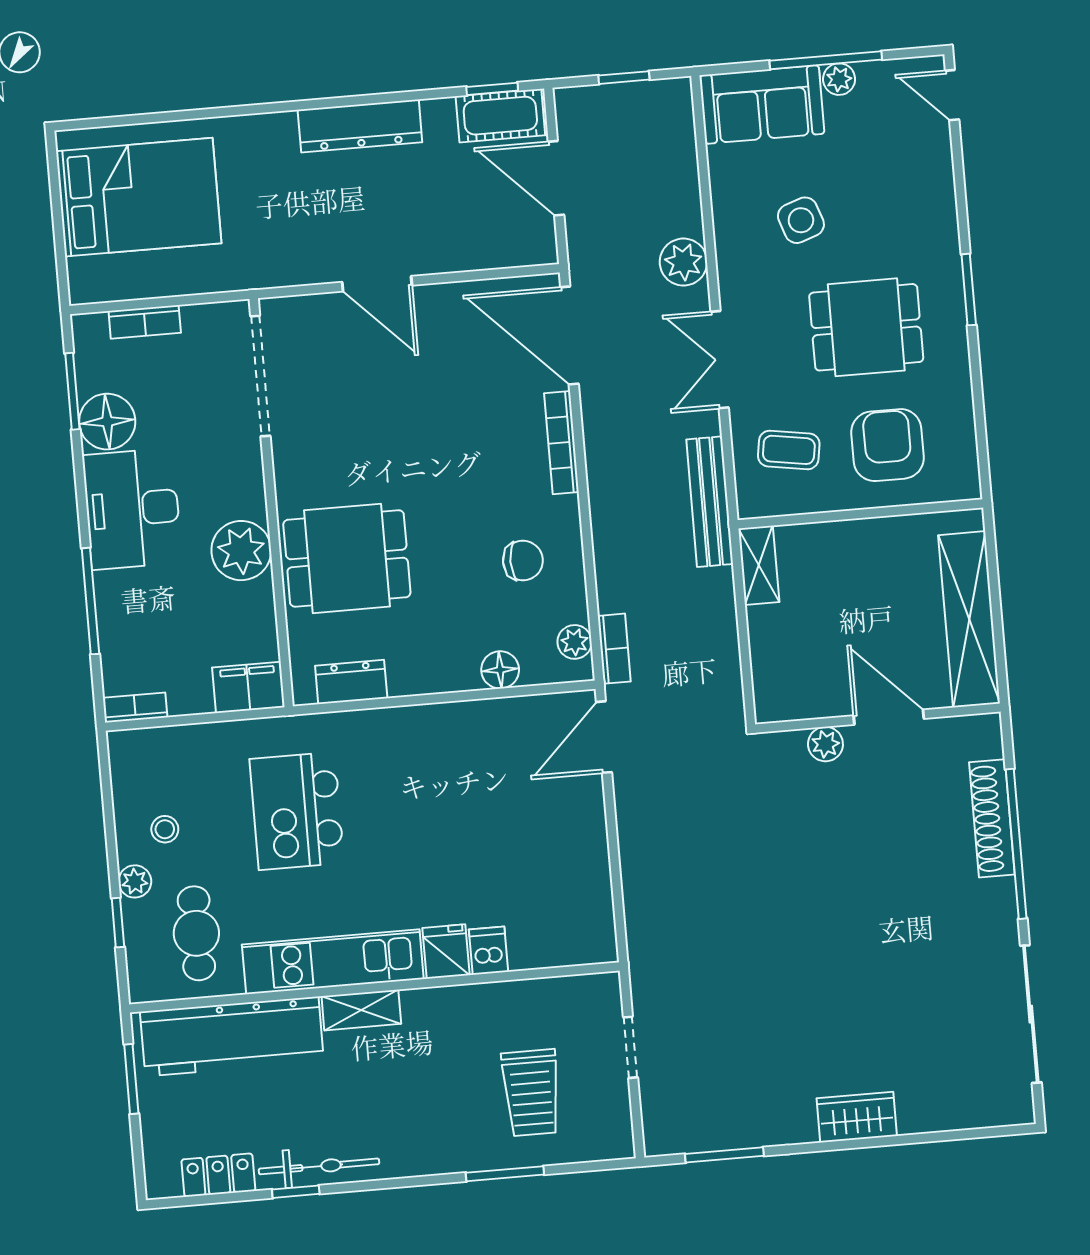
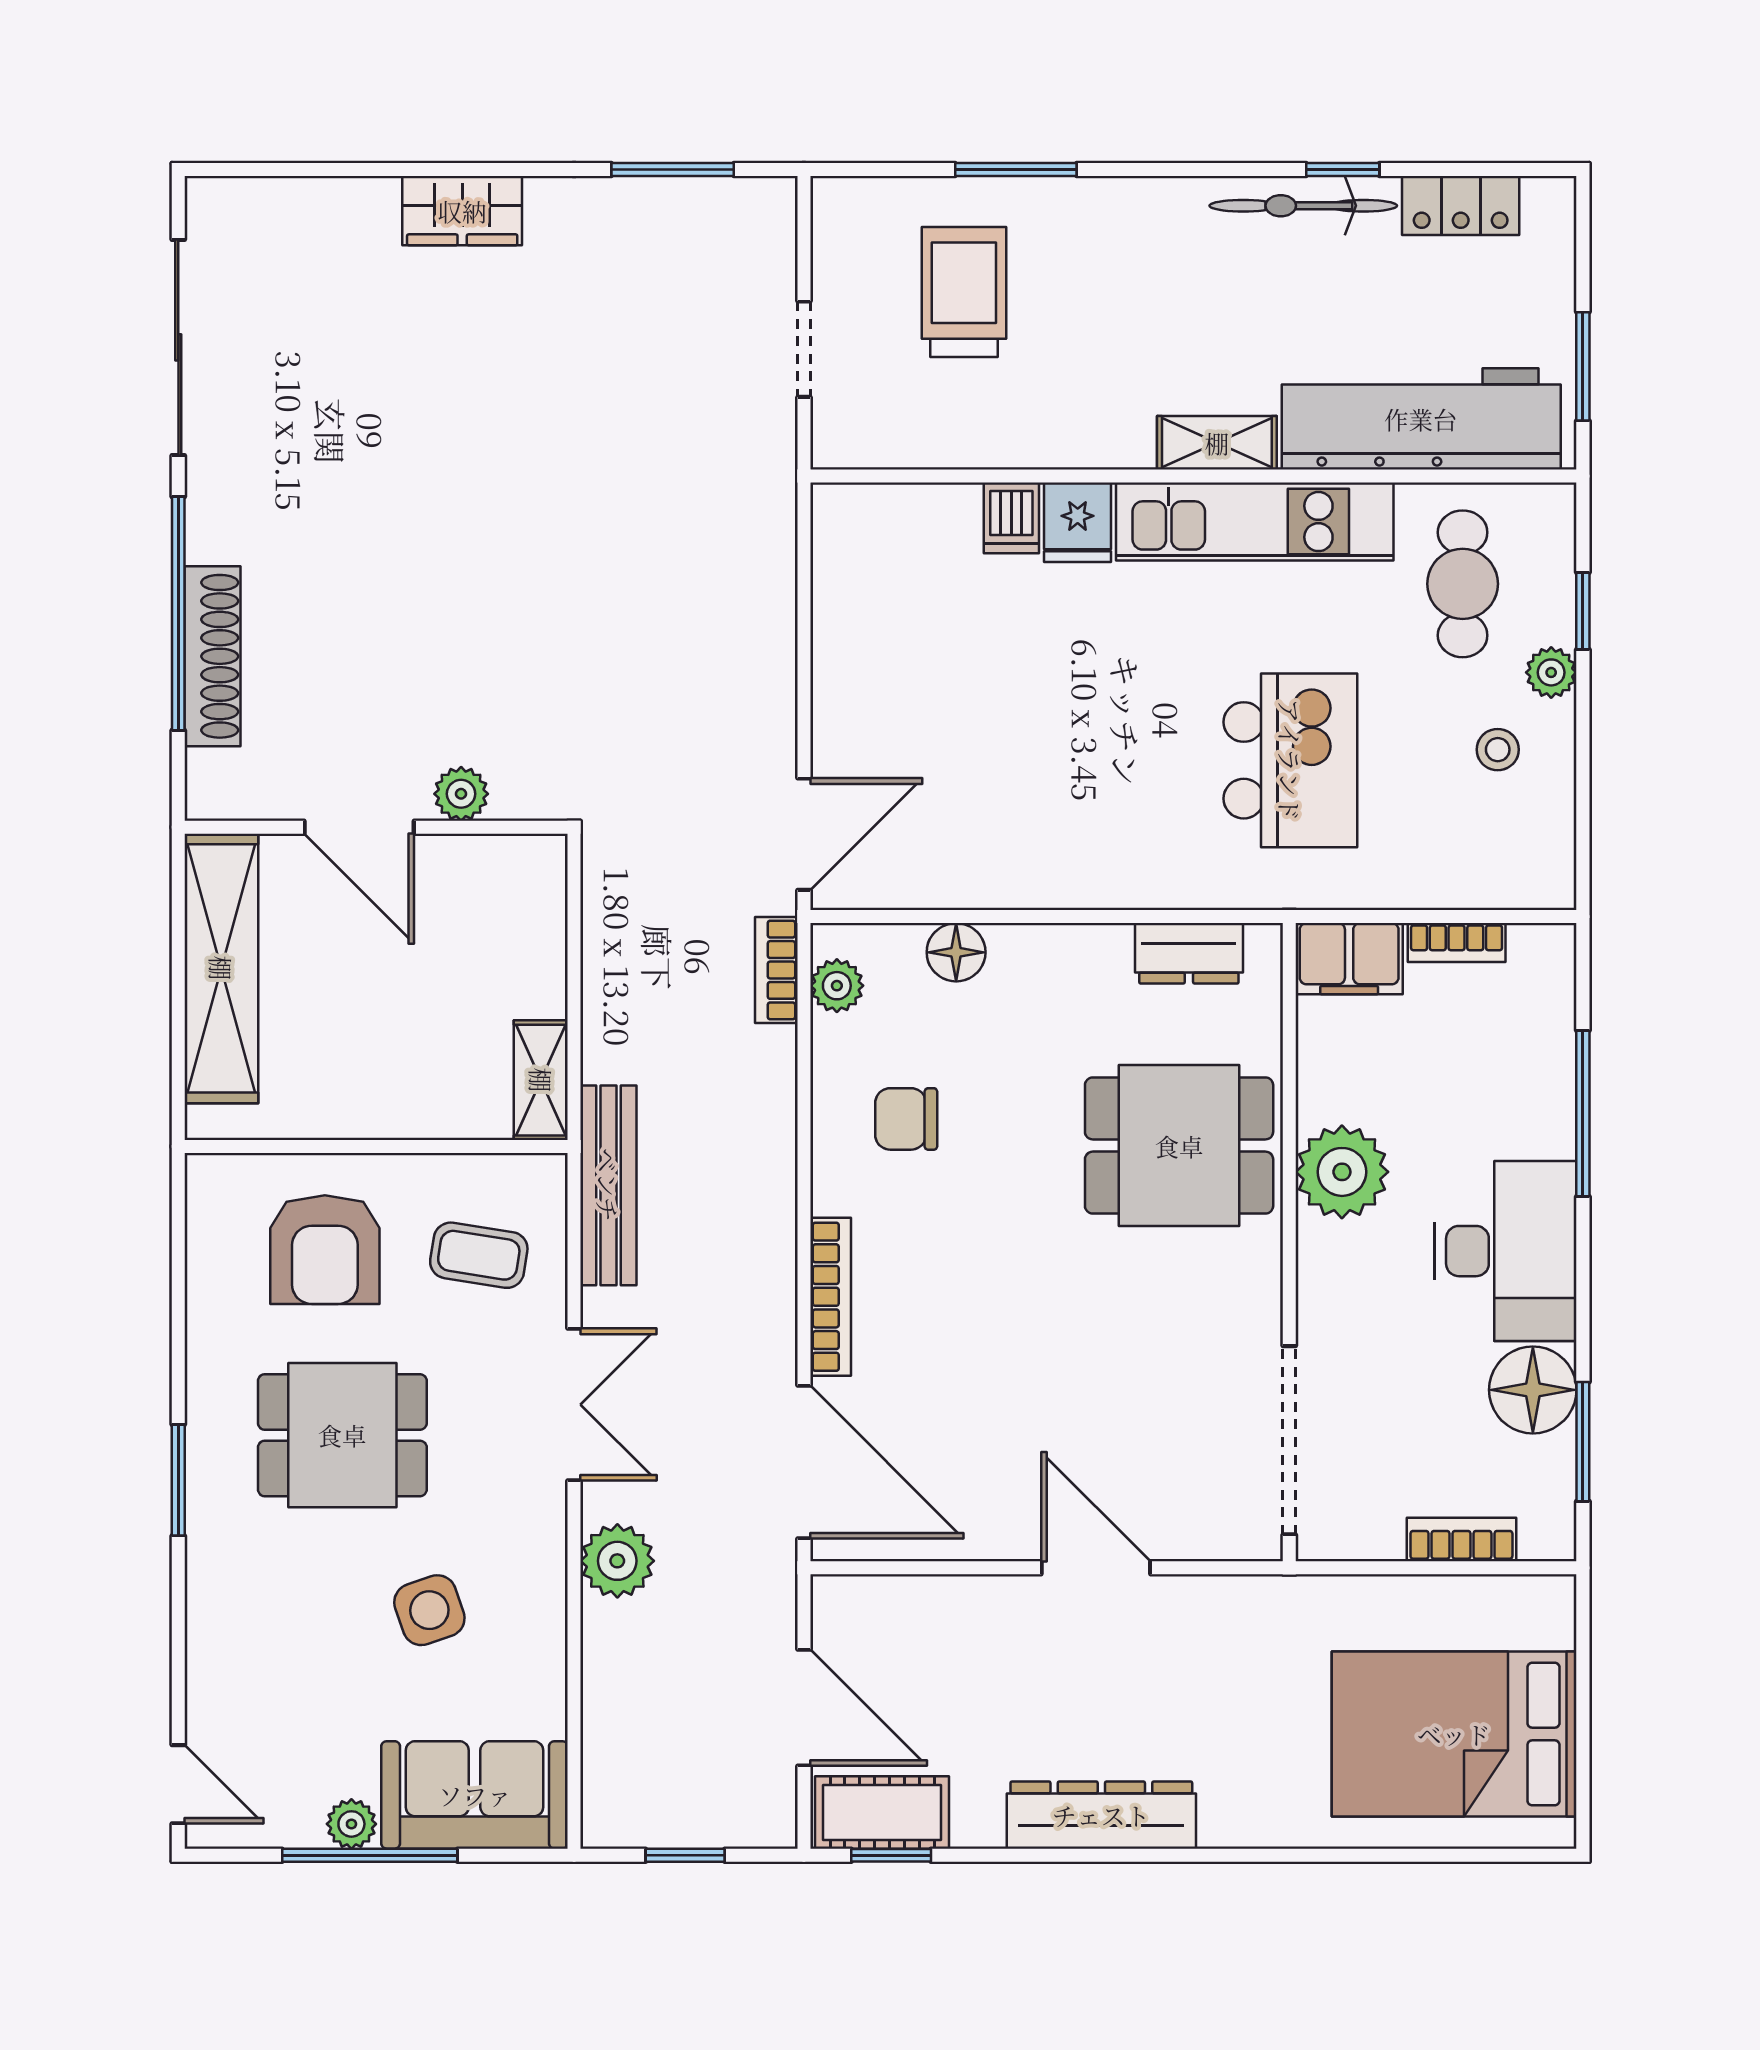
bookcase: (135, 707) -> (1457, 943), moved

